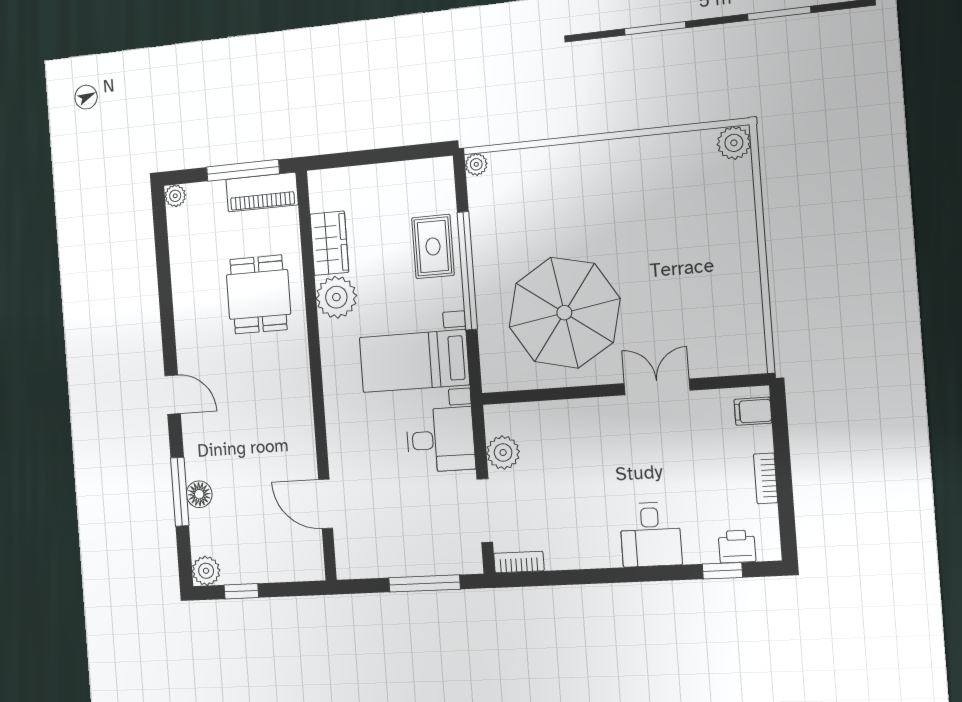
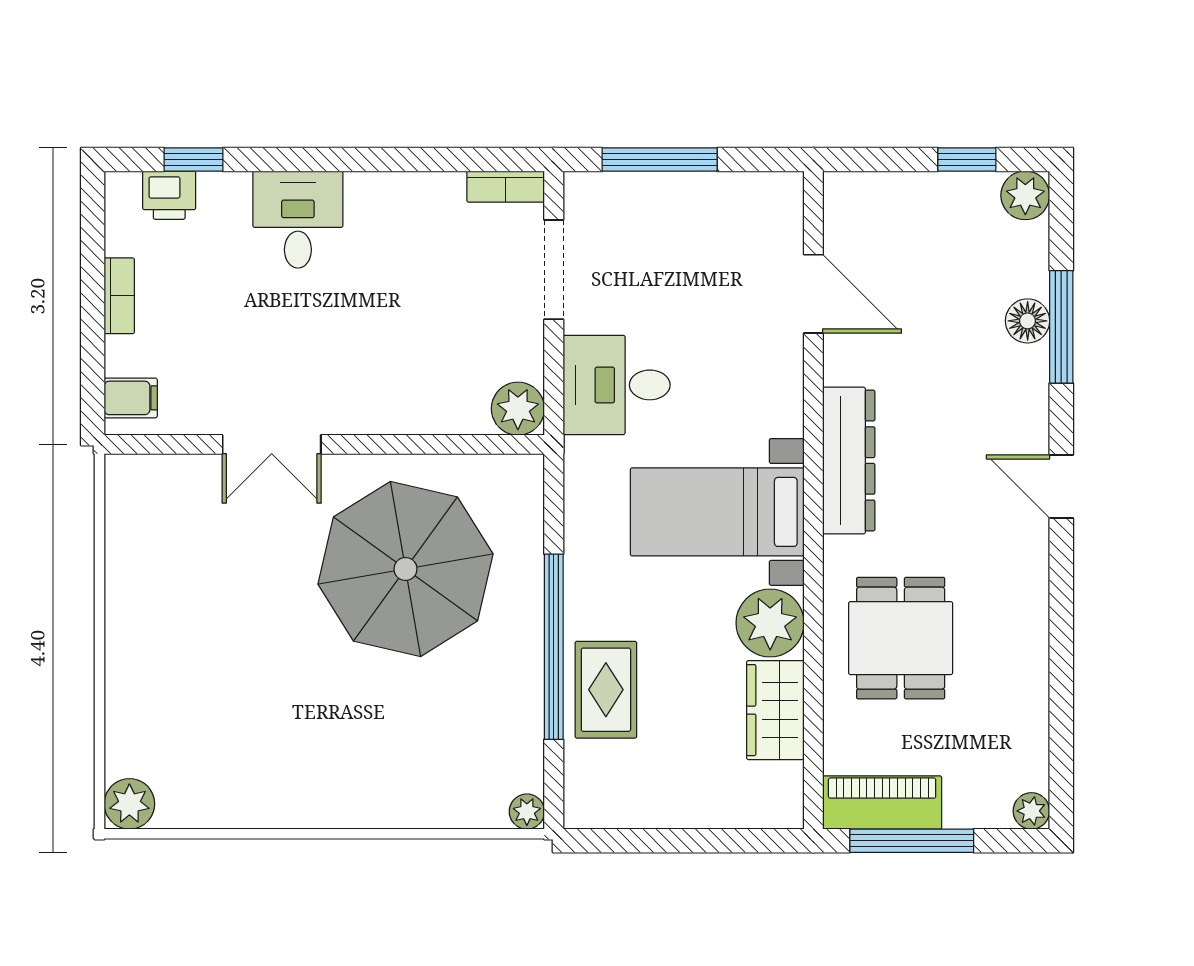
bed with nightstands: (414, 361) -> (717, 512), moved, turned 180
dresser: (297, 402) -> (849, 460), added
plant: (503, 452) -> (518, 409), moved

